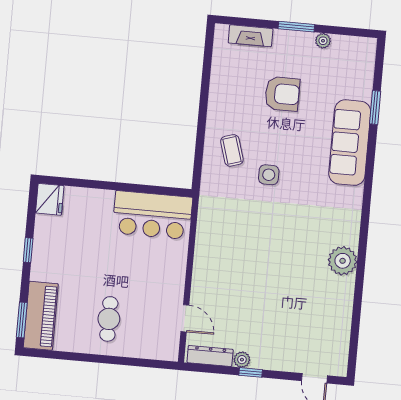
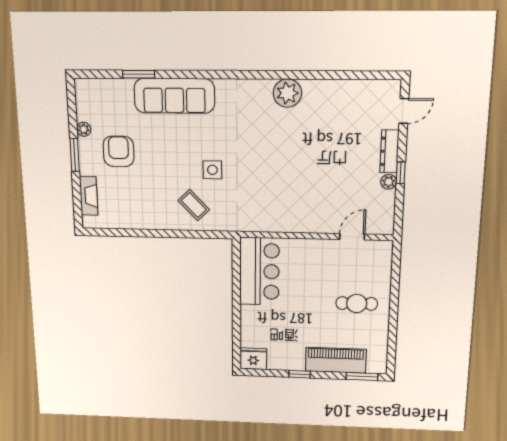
armchair: (282, 94) -> (119, 151), moved
coffee table: (232, 150) -> (194, 205), turned 63
piano: (41, 316) -> (336, 360), moved
dresser: (210, 356) -> (389, 151), moved

